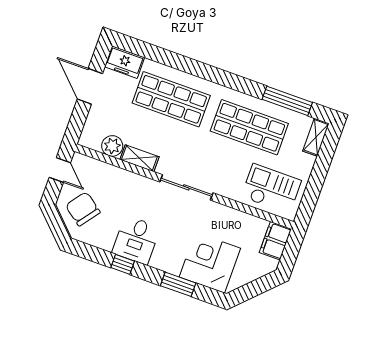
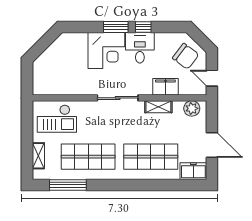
shelving: (316, 137) -> (38, 156), moved
plant: (112, 146) -> (192, 108), moved
filing cabinet: (275, 241) -> (165, 87), moved, turned -90
corner desk: (210, 263) -> (106, 50), moved
window: (178, 284) -> (116, 27), moved

